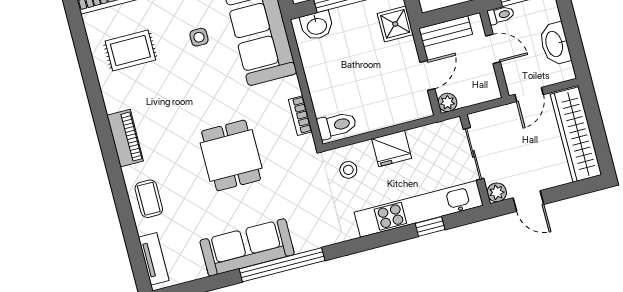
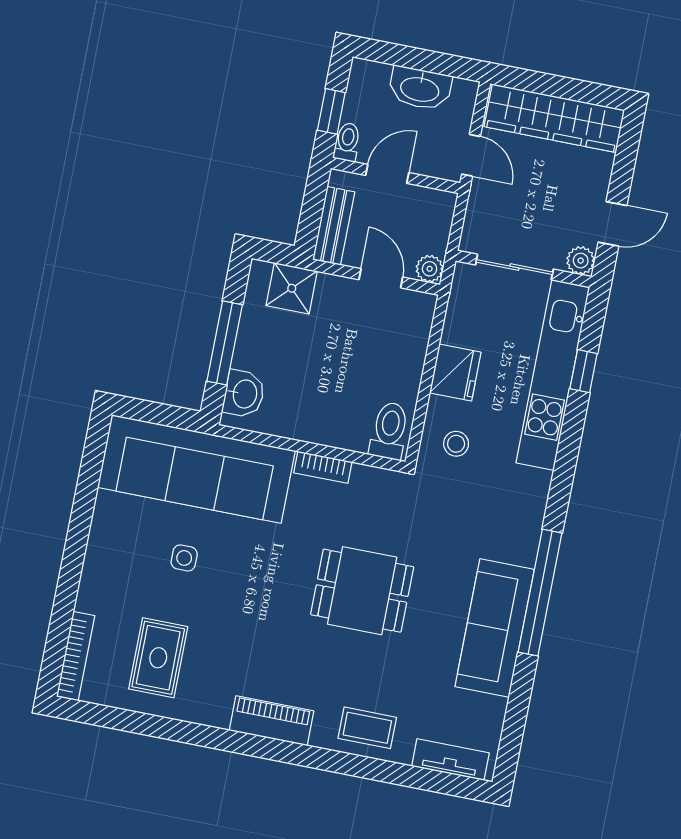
bookcase: (300, 116) -> (323, 467), moved

